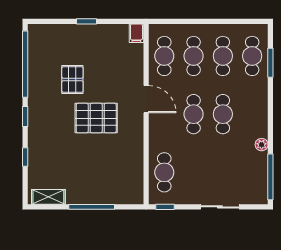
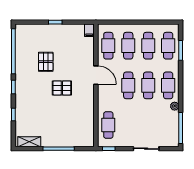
cafe table: (252, 114) -> (168, 85), added
pallet: (96, 118) -> (62, 88), width x0.67, depth x0.71

